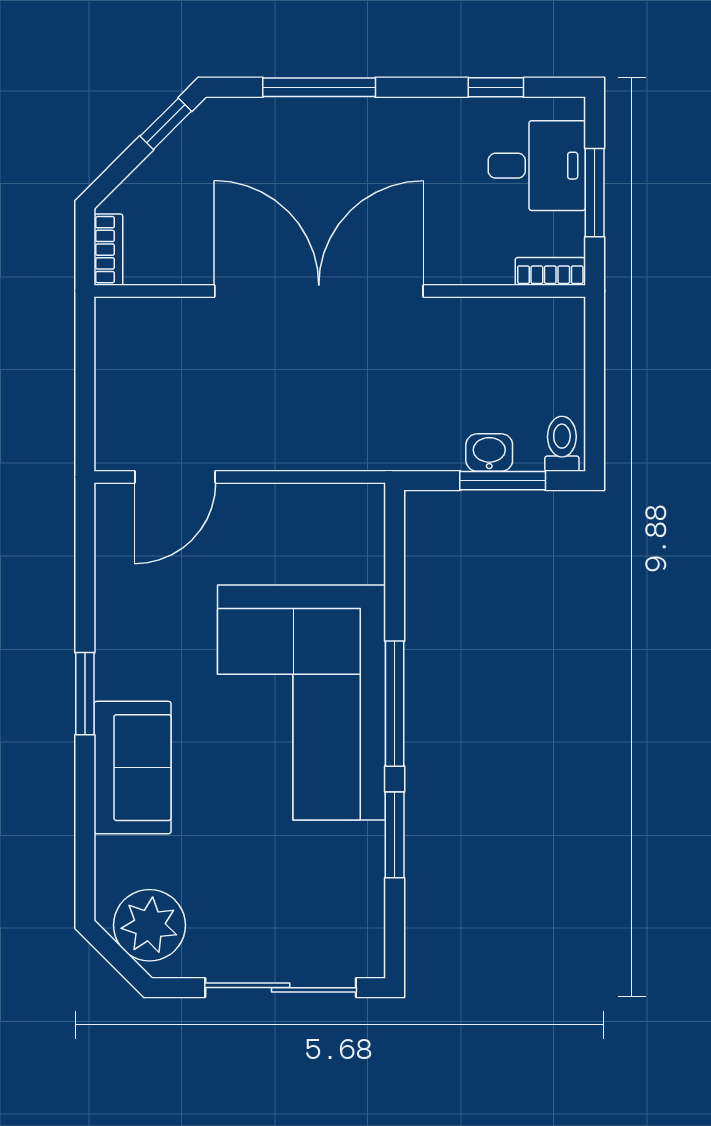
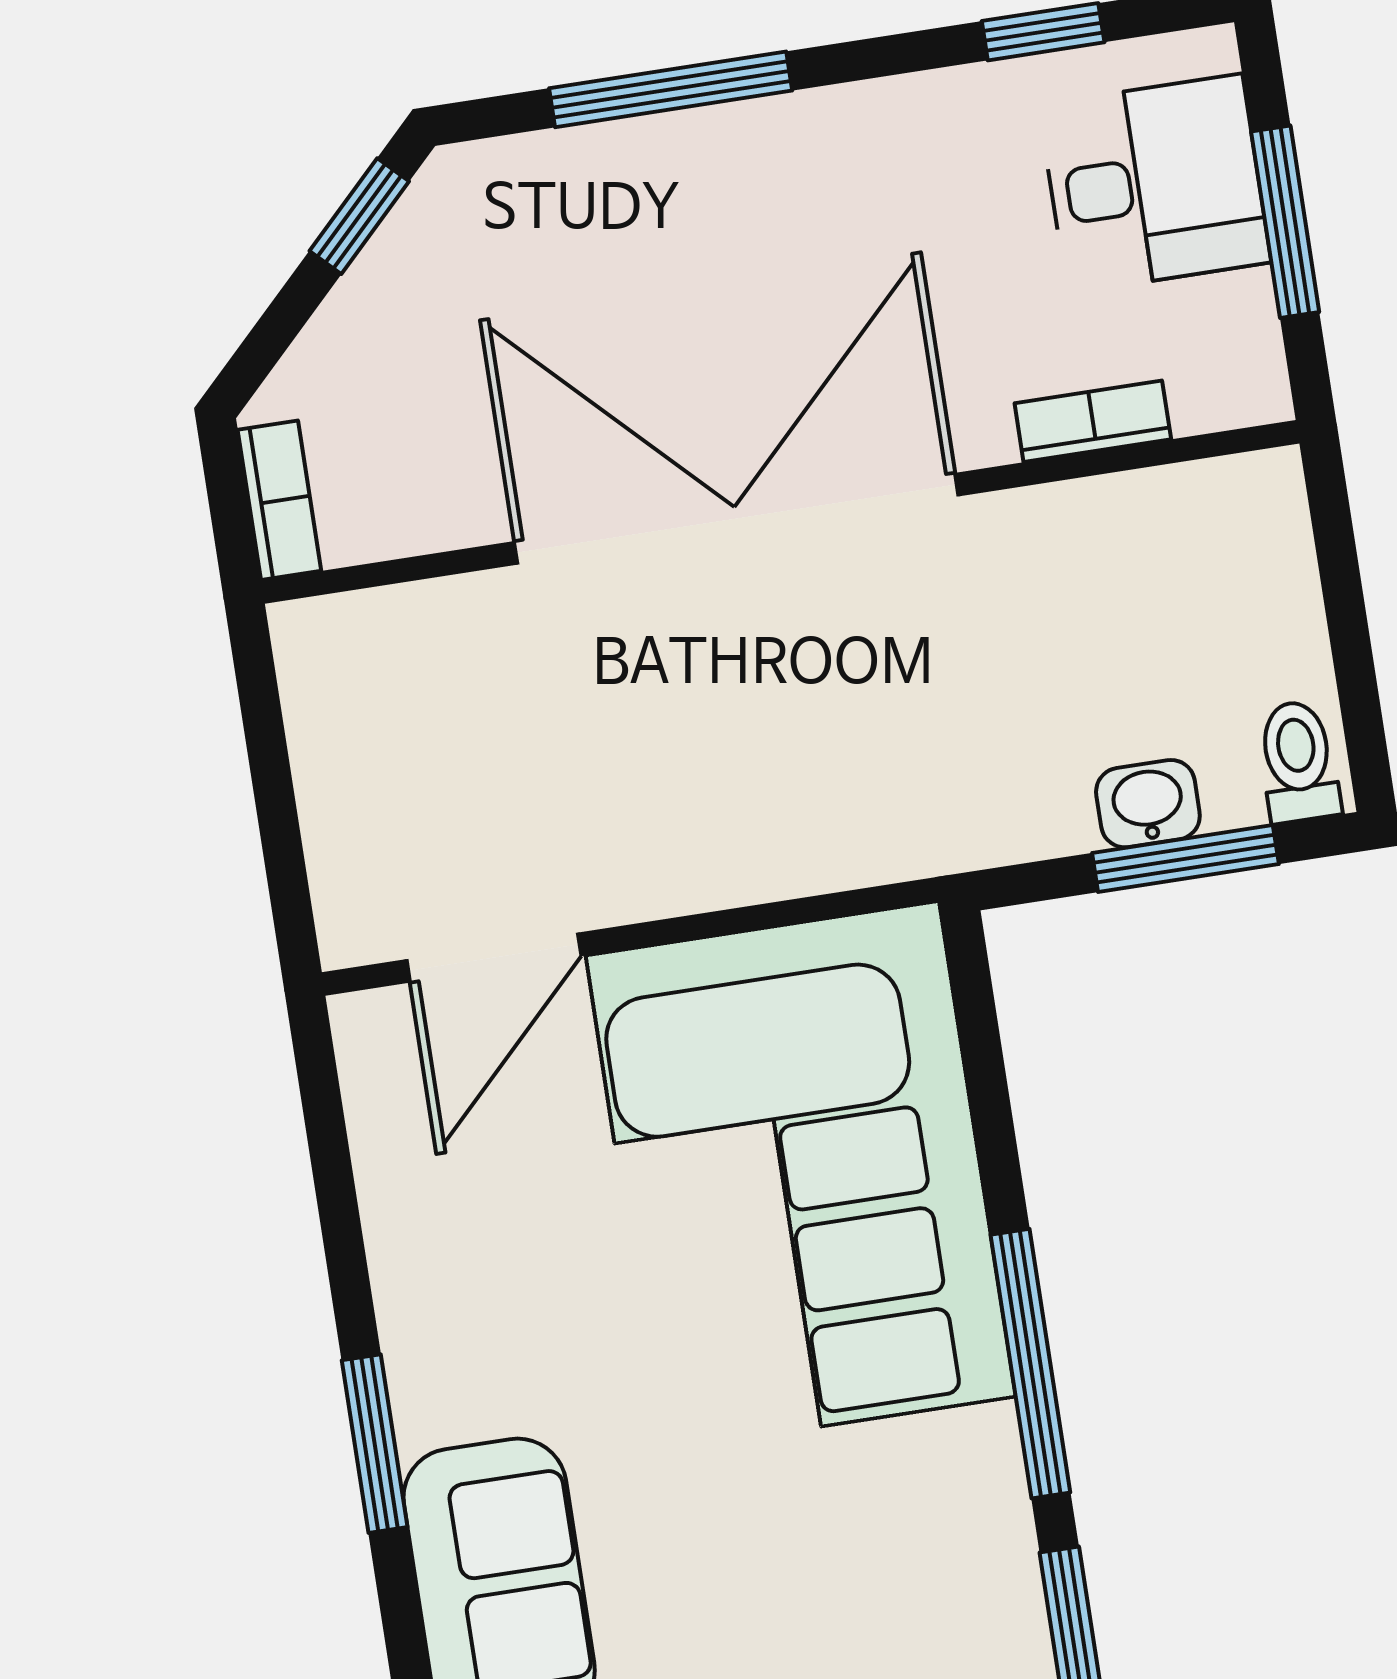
bookcase: (550, 271) -> (1093, 421), moved
corner sofa: (301, 703) -> (801, 1176), moved

